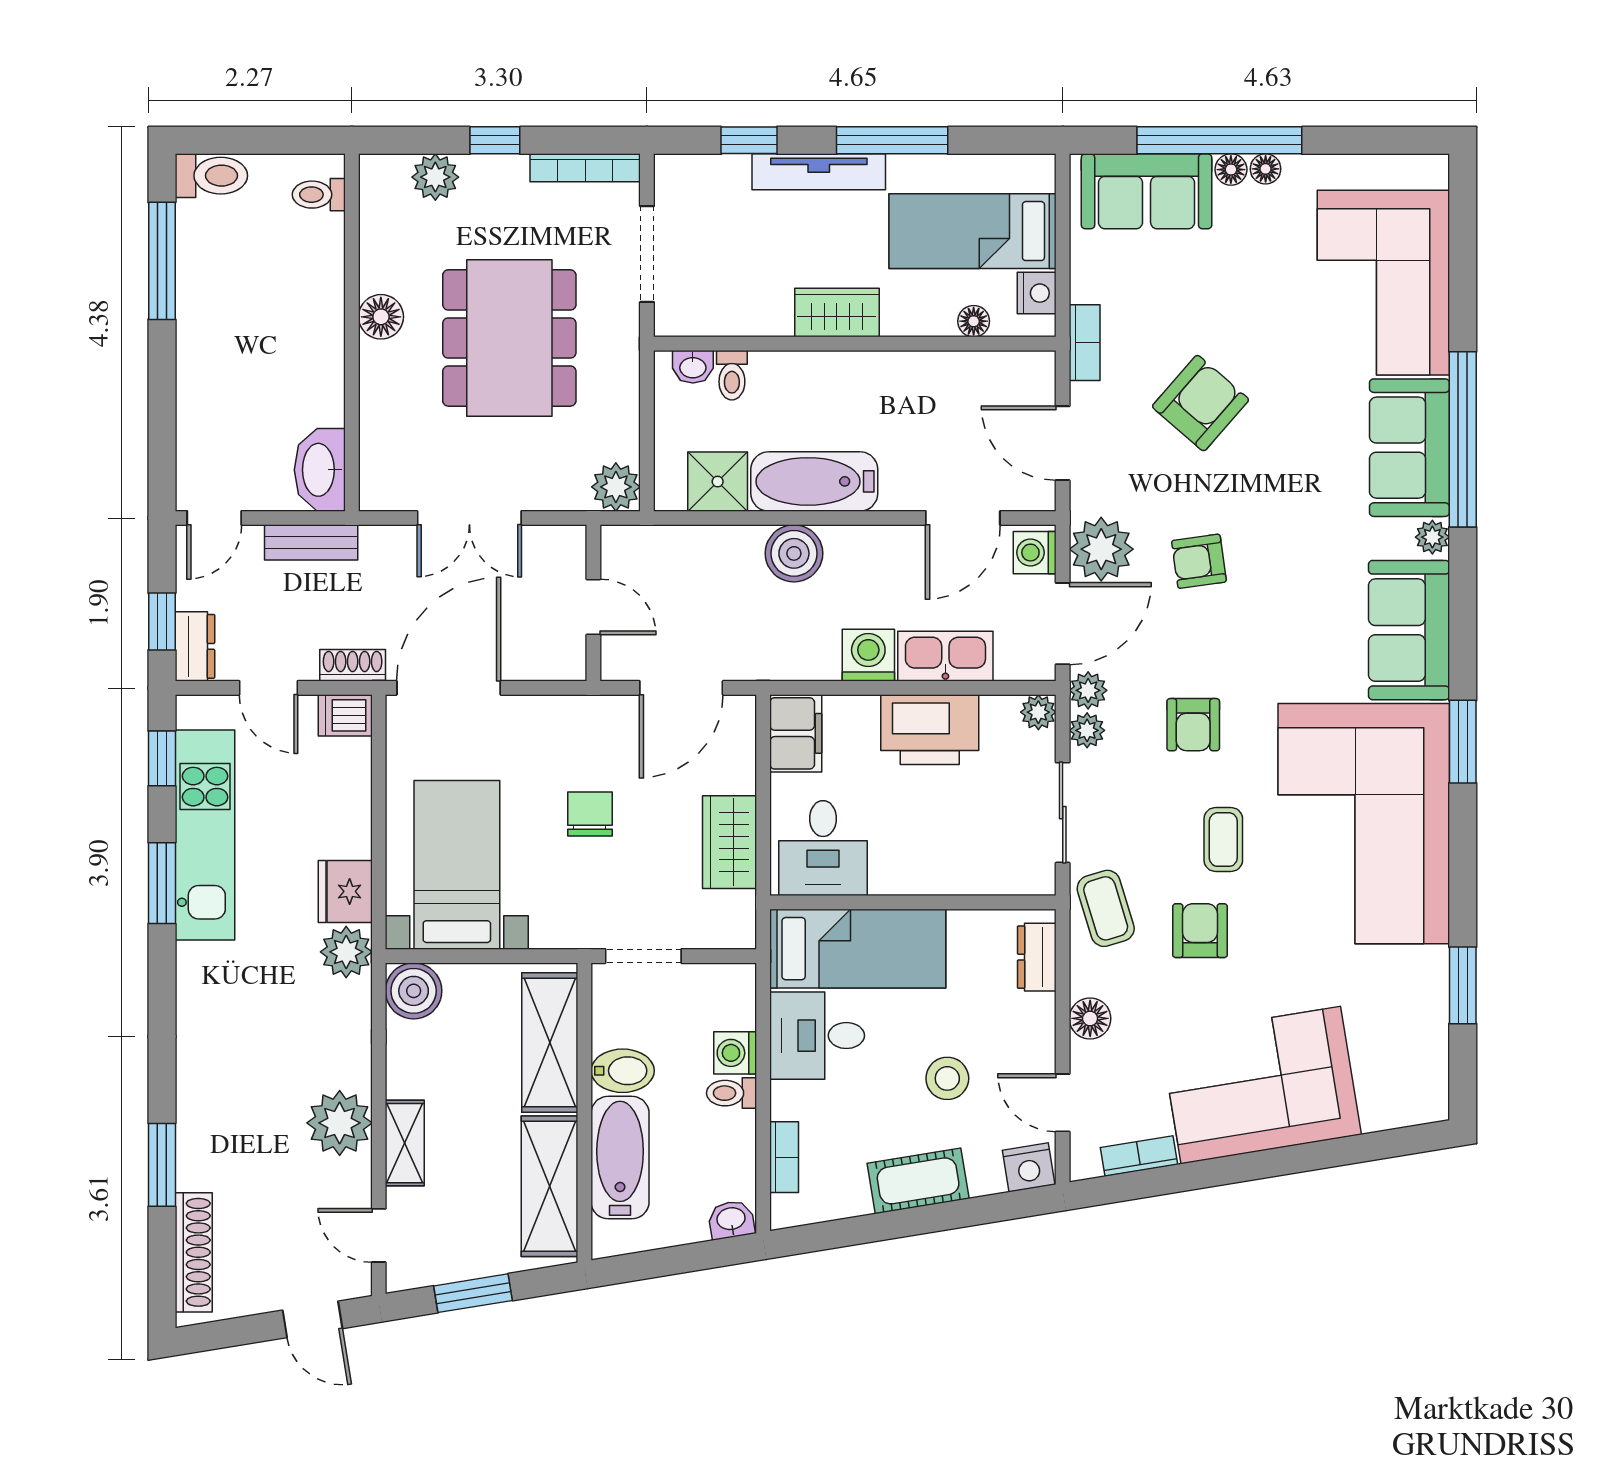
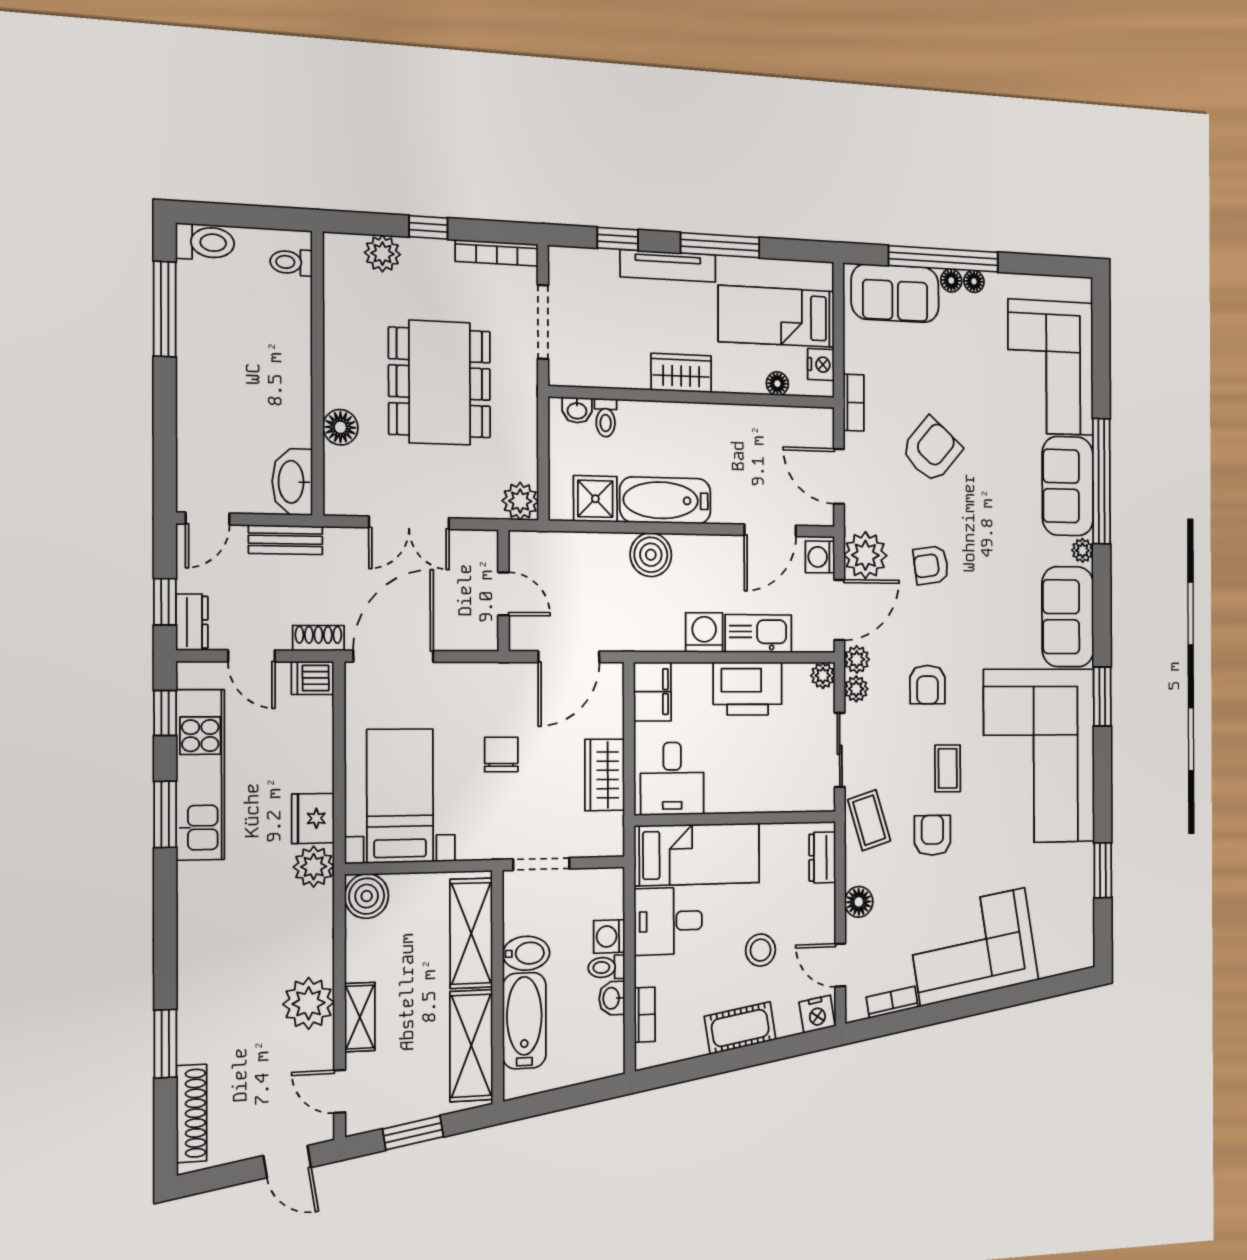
floor lamp: (381, 317) -> (340, 427), moved
washbasin: (731, 1220) -> (612, 998), moved, turned -81

